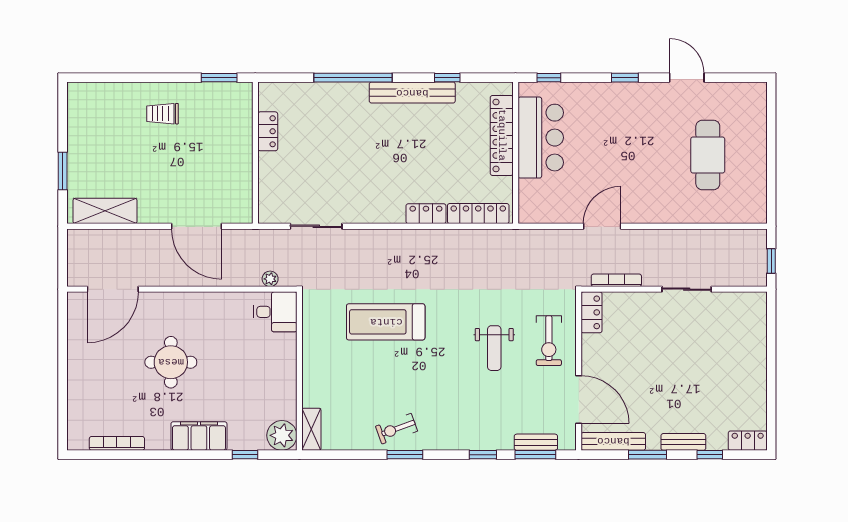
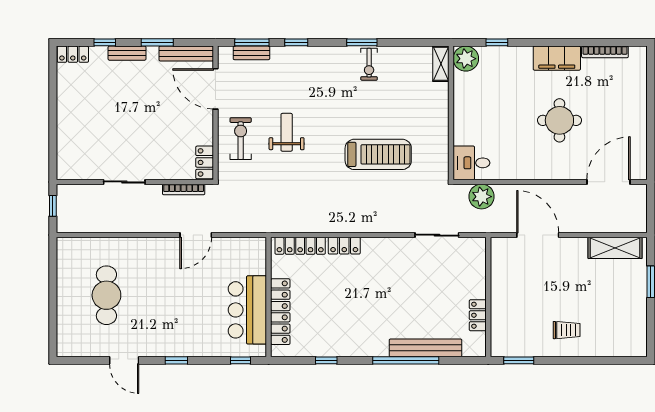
bench: (412, 93) -> (425, 348), moved
plant: (270, 279) -> (482, 197), width x1.87, depth x1.87
exercise bike: (397, 429) -> (369, 64), turned 110
filing cabinet: (199, 436) -> (557, 58), moved

